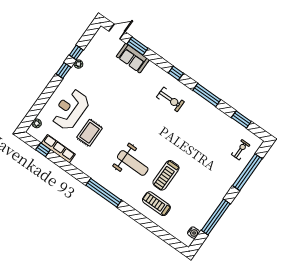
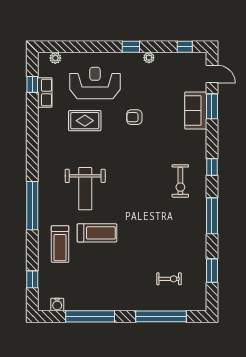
window: (76, 52) -> (185, 47), moved
armchair: (110, 100) -> (134, 117), added
row of seats: (58, 149) -> (45, 92), width x0.68
exercise bike: (241, 150) -> (169, 279), moved
treadmill: (166, 175) -> (97, 233), turned 180
window: (104, 193) -> (32, 206), moved
treadmill: (156, 204) -> (60, 244), turned 180
window: (166, 237) -> (32, 279), added

